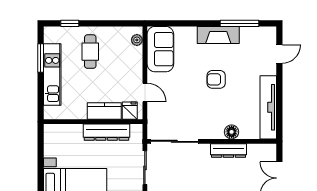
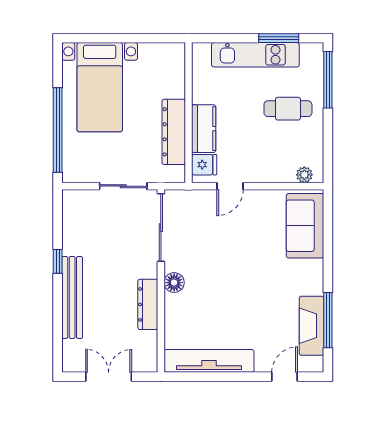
window: (70, 23) -> (328, 80), width x2.17
fireplace: (218, 35) -> (312, 326), moved
sofa: (160, 49) -> (305, 226), moved, turned 90
door: (279, 54) -> (285, 377), swing flipped
armchair: (216, 79) -> (249, 287), removed
floor lamp: (232, 132) -> (174, 283), moved

